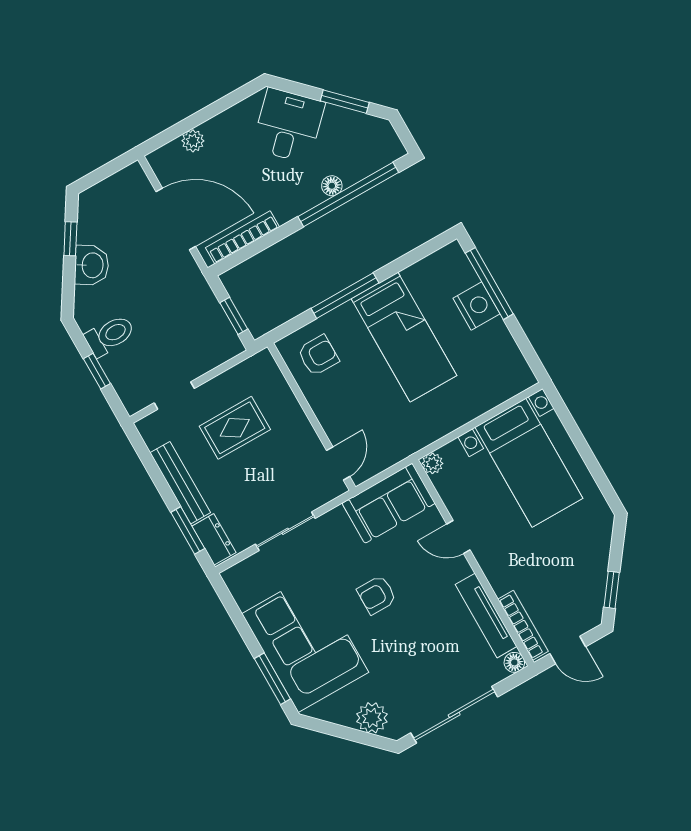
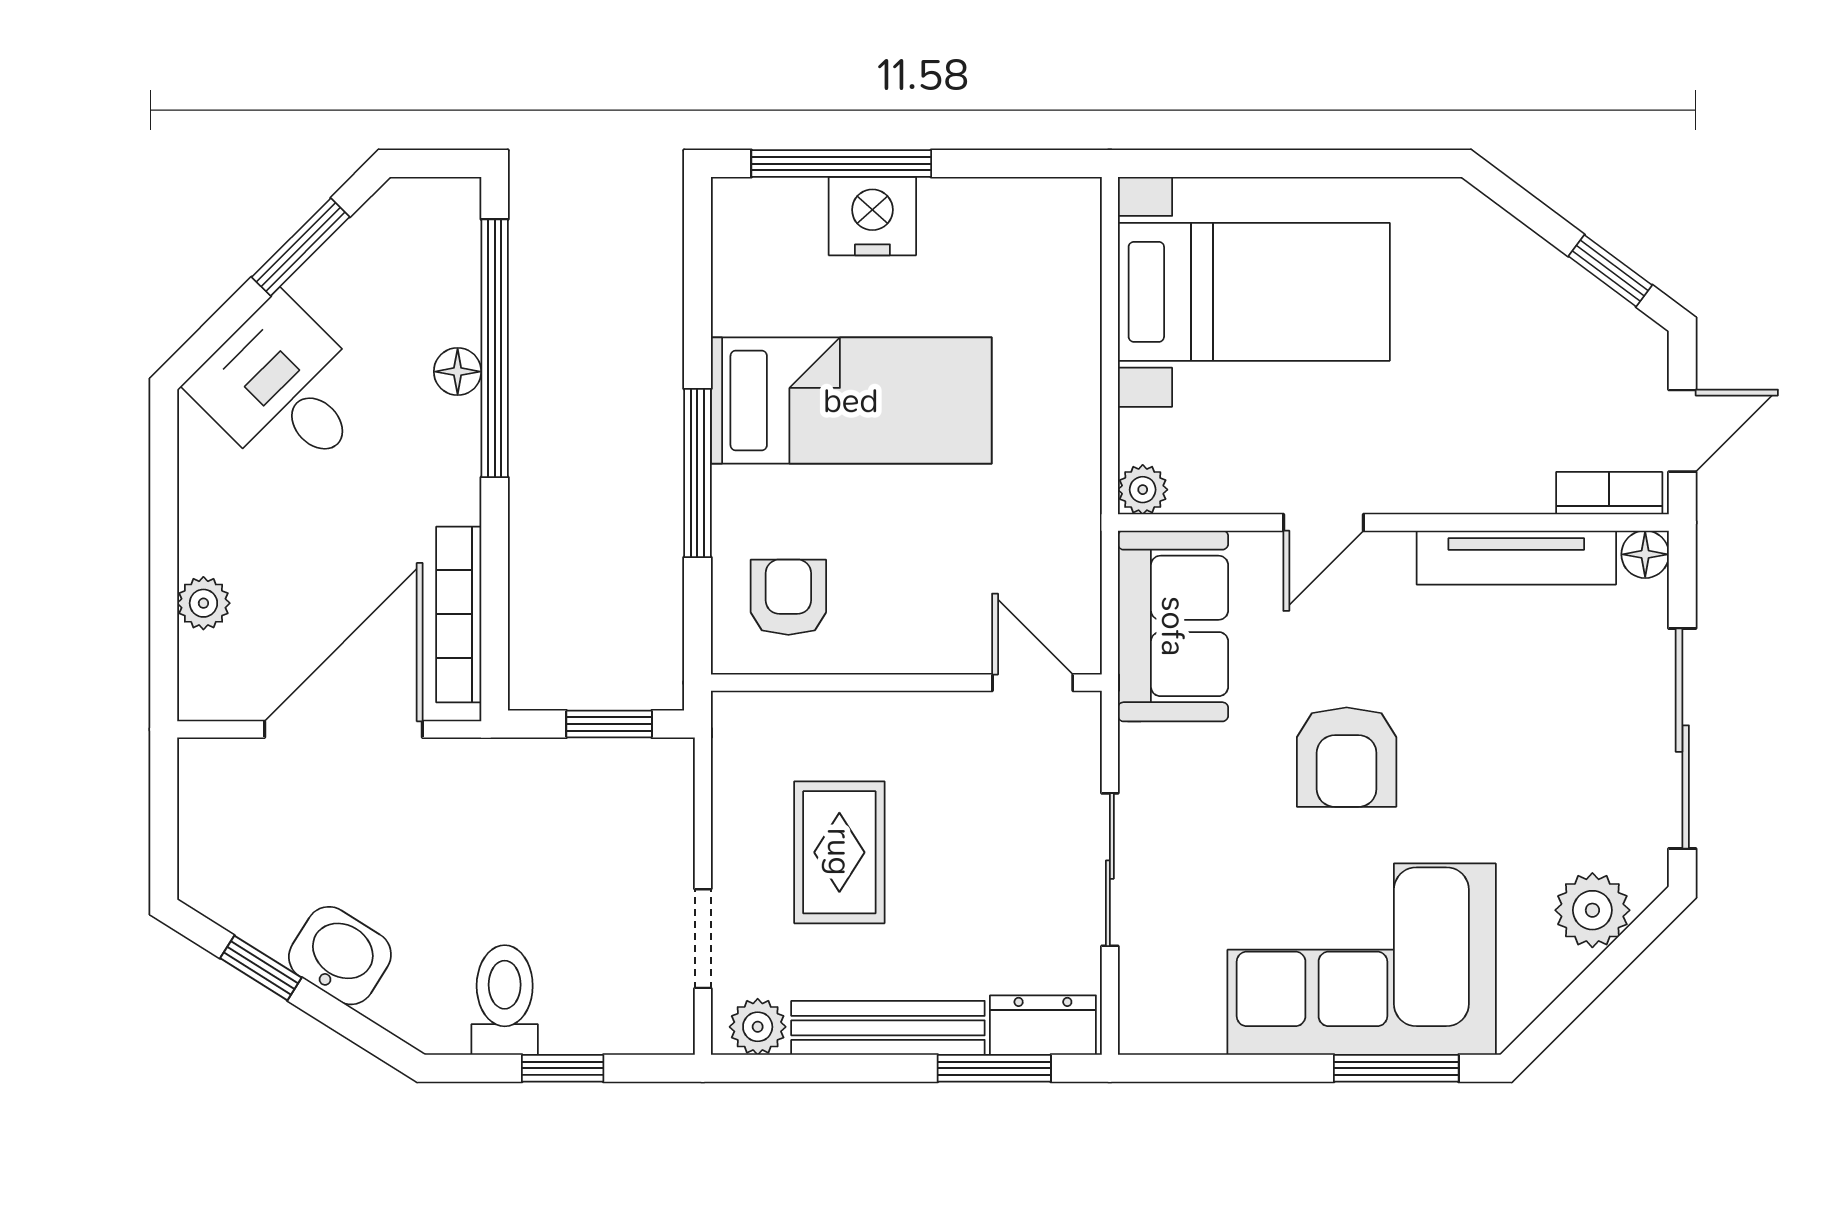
plant: (153, 434) -> (758, 1027), added
armchair: (377, 595) -> (1347, 757), width x1.38, depth x1.38
bookcase: (523, 625) -> (1609, 493), width x0.64

